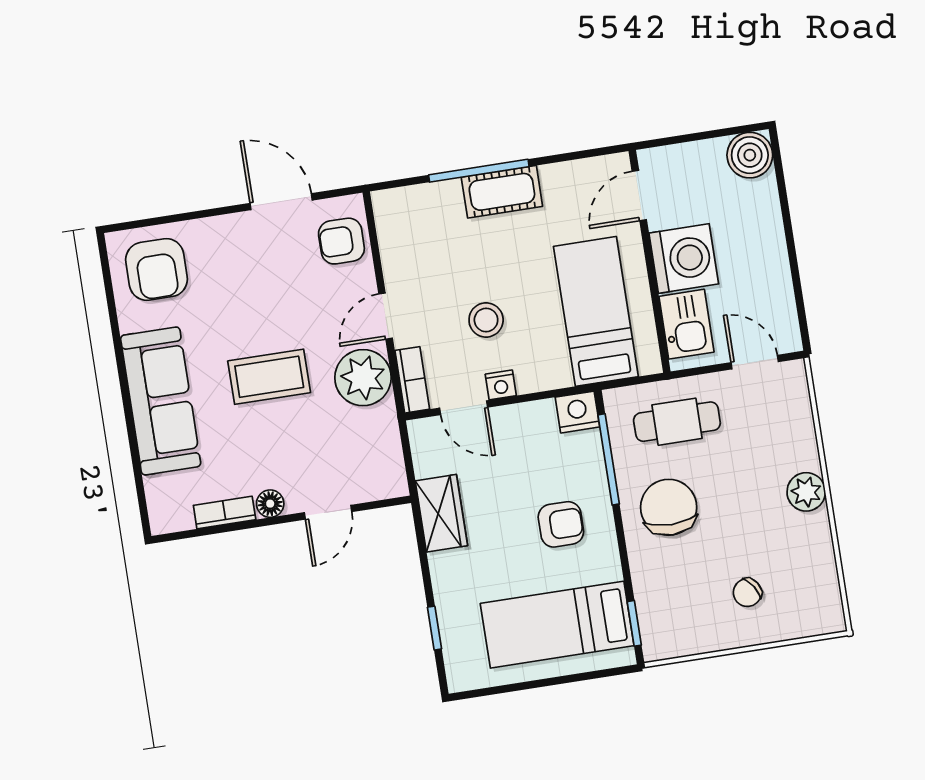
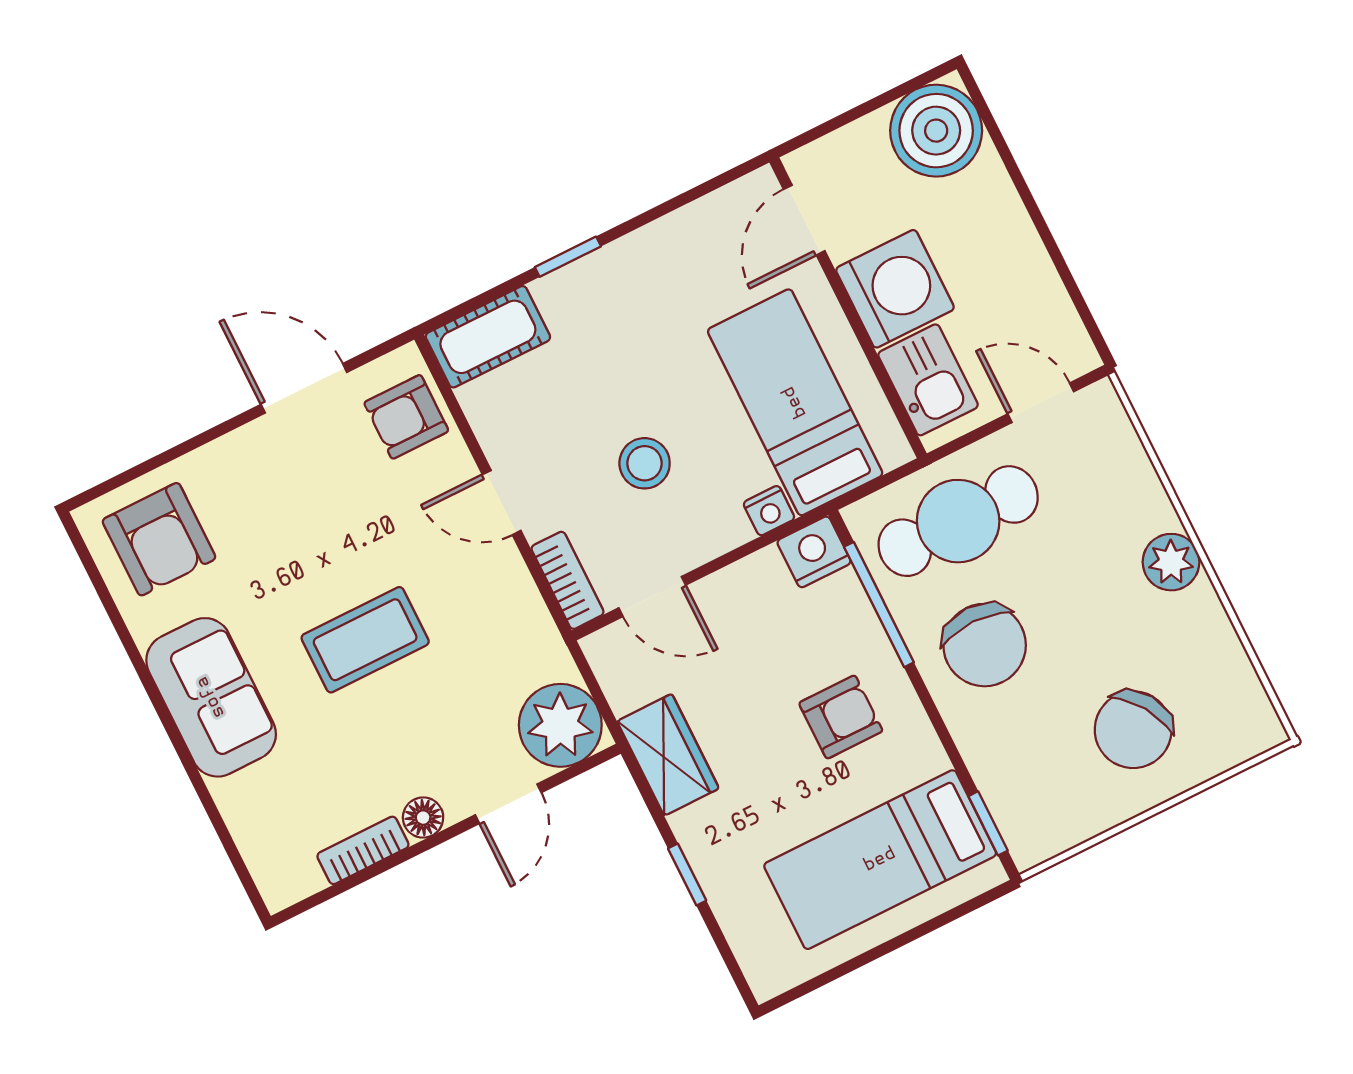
boiler: (750, 155) -> (936, 131), width x1.37, depth x1.37
window: (479, 171) -> (568, 257), width x0.46
cot: (502, 192) -> (488, 337), moved
door: (386, 316) -> (502, 503), hinge flipped
plant: (363, 378) -> (560, 725), moved
nightstand: (501, 385) -> (769, 511), moved
sofa: (161, 401) -> (211, 697), width x0.73
cafe table: (677, 422) -> (958, 521), width x1.37, depth x1.35
chair: (669, 507) -> (985, 645), turned 180
chair: (747, 593) -> (1133, 730), width x1.87, depth x1.87
window: (434, 628) -> (687, 874), moved

